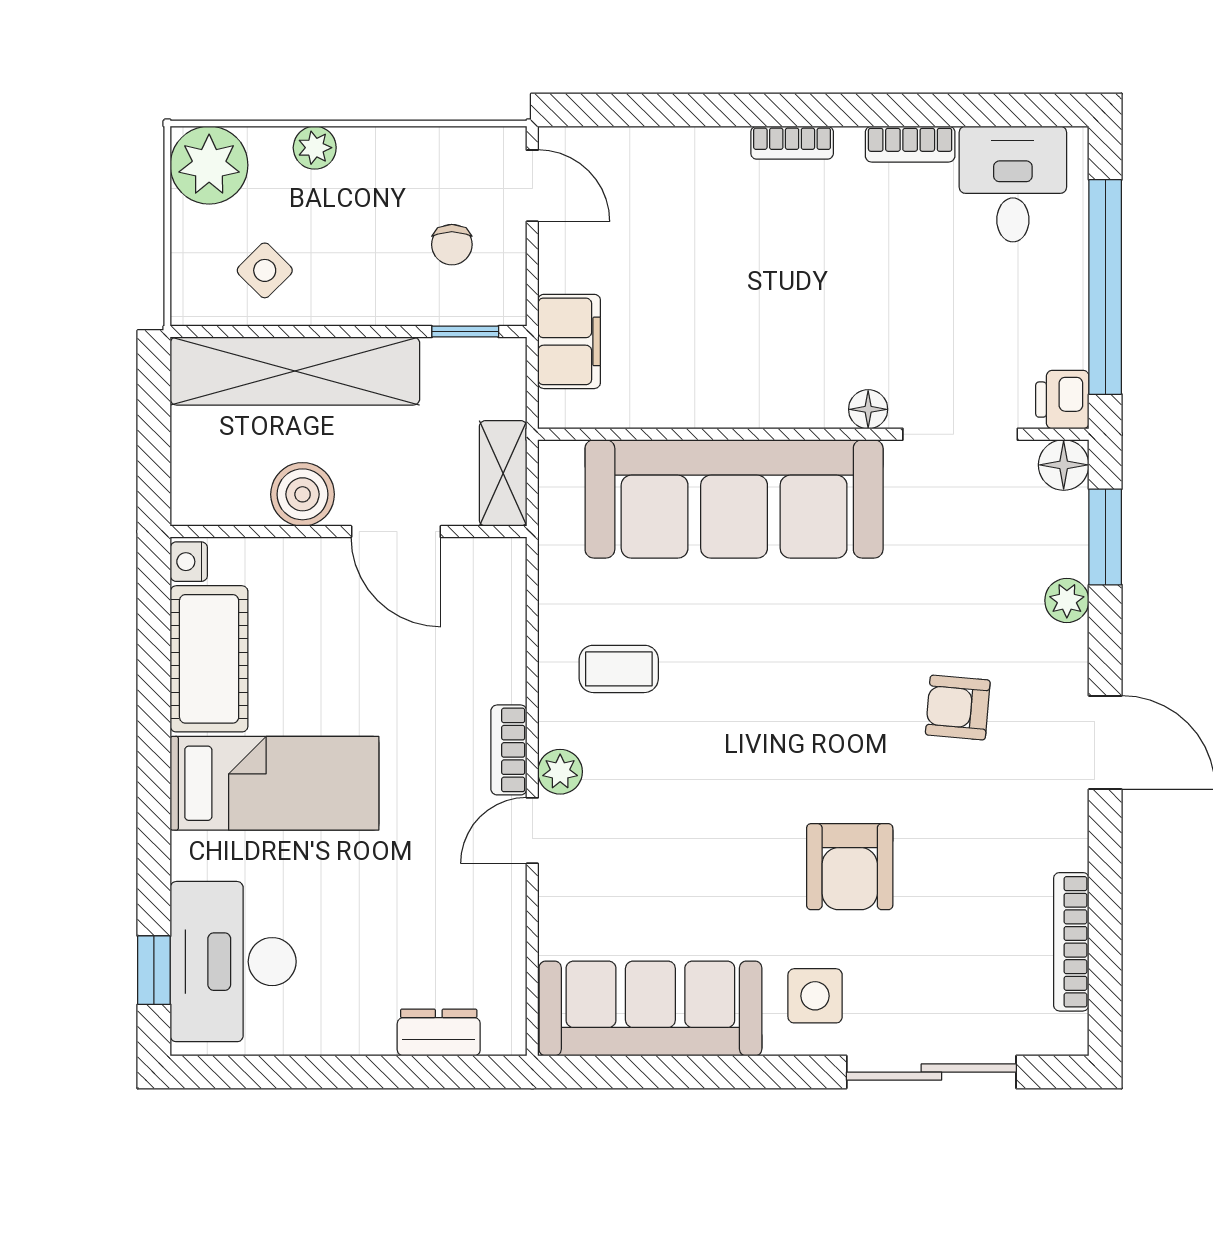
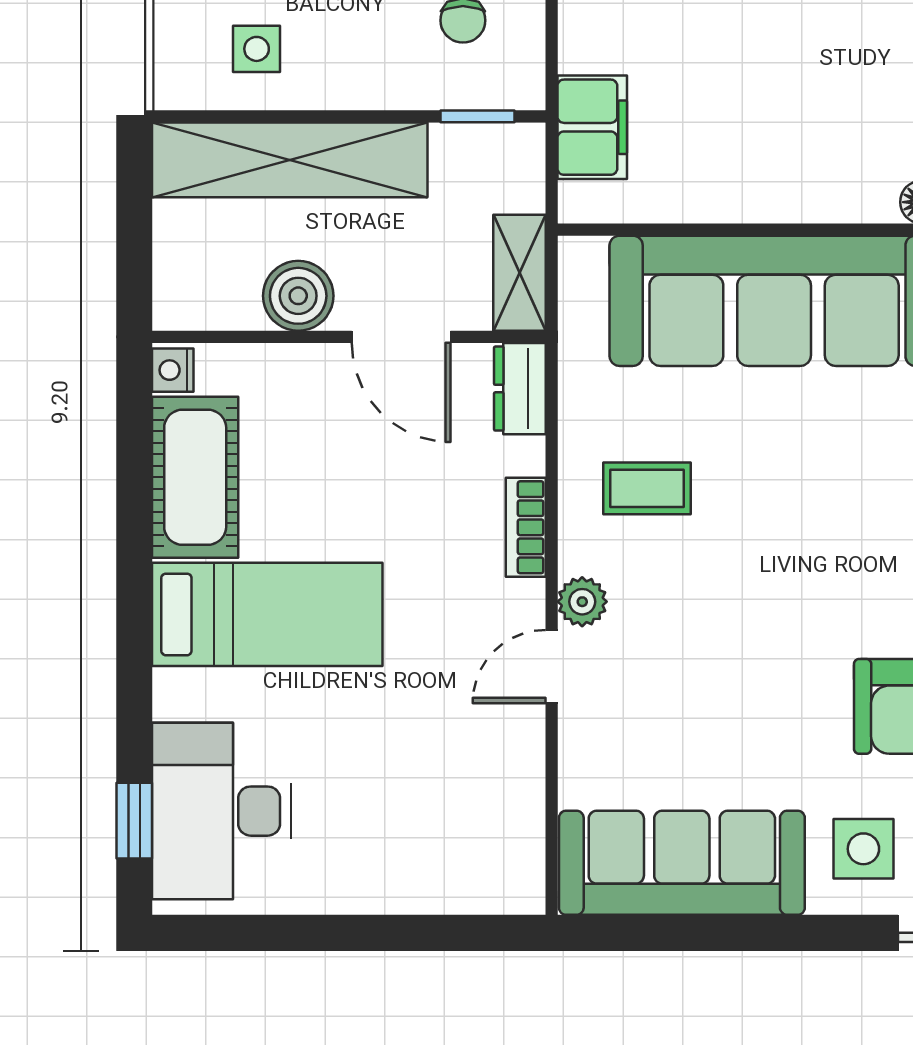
side table: (265, 270) -> (257, 49), turned 45
bookcase: (509, 750) -> (526, 527), moved
dresser: (439, 1032) -> (520, 389), moved, turned -90

